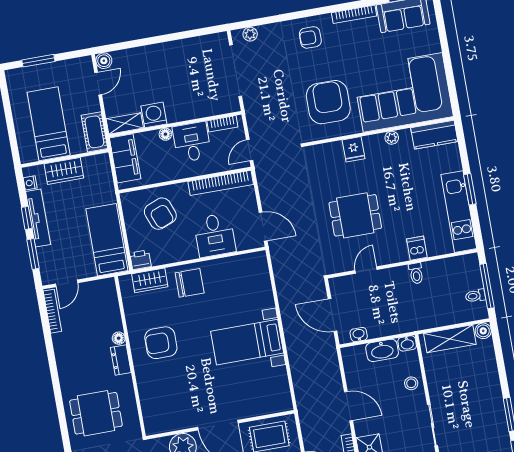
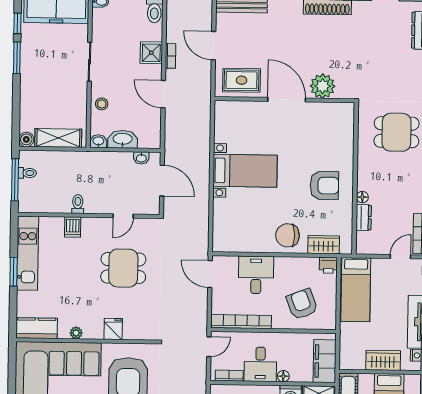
dresser: (121, 360) -> (364, 218), moved

